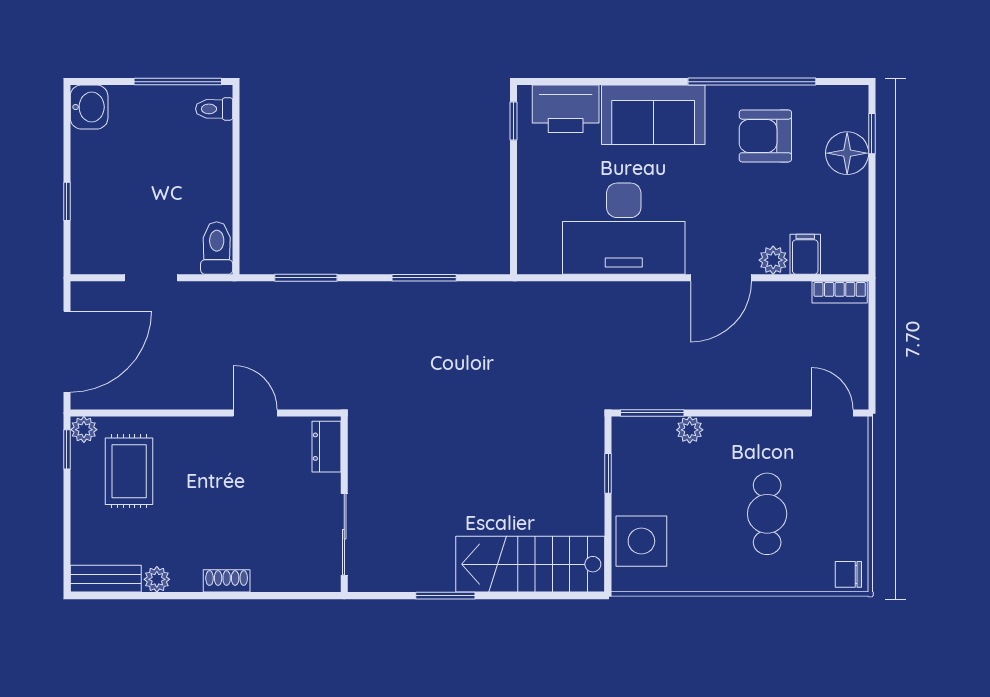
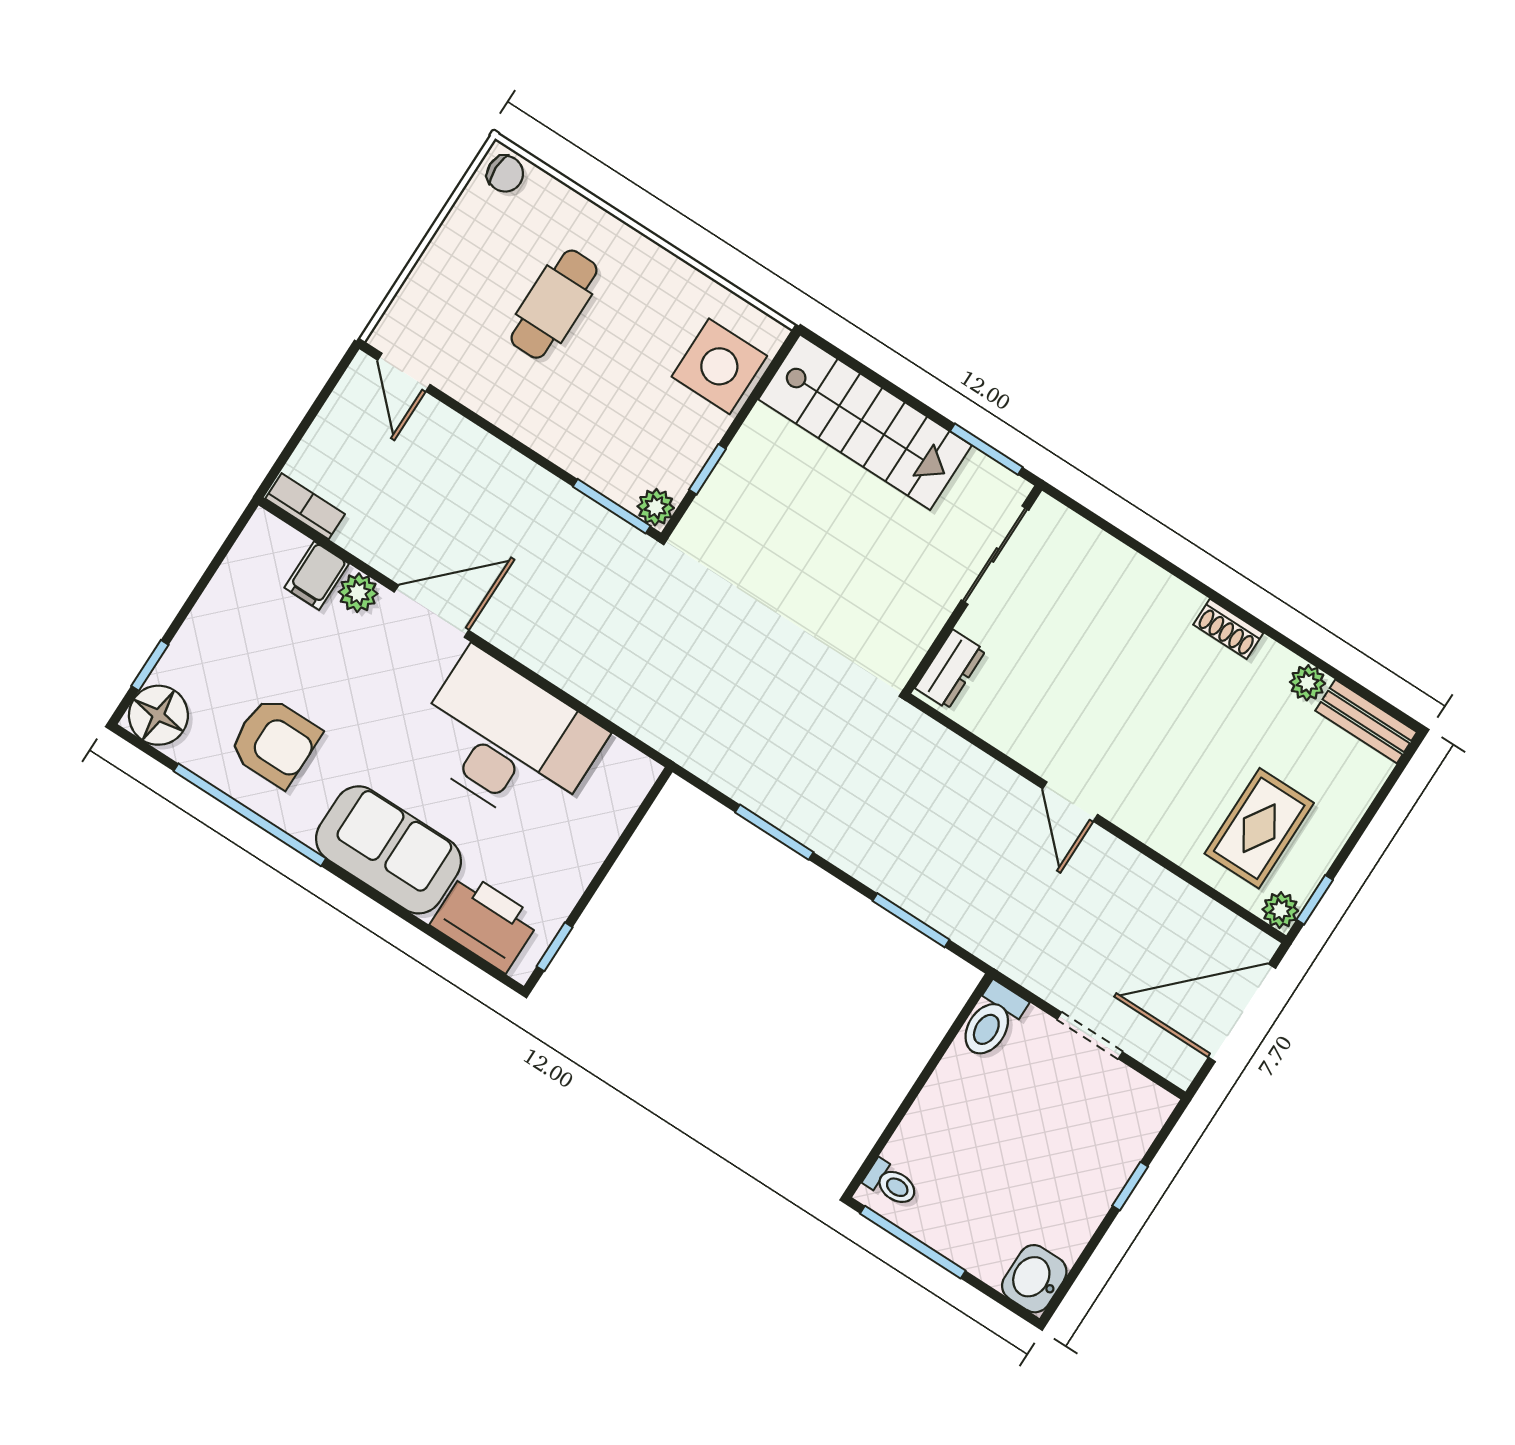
floor lamp: (847, 153) -> (158, 715), moved
plant: (690, 430) -> (656, 507), moved
dresser: (327, 447) -> (950, 669), moved
wall: (344, 504) -> (973, 590), moved
sliding door: (344, 534) -> (995, 555), moved

